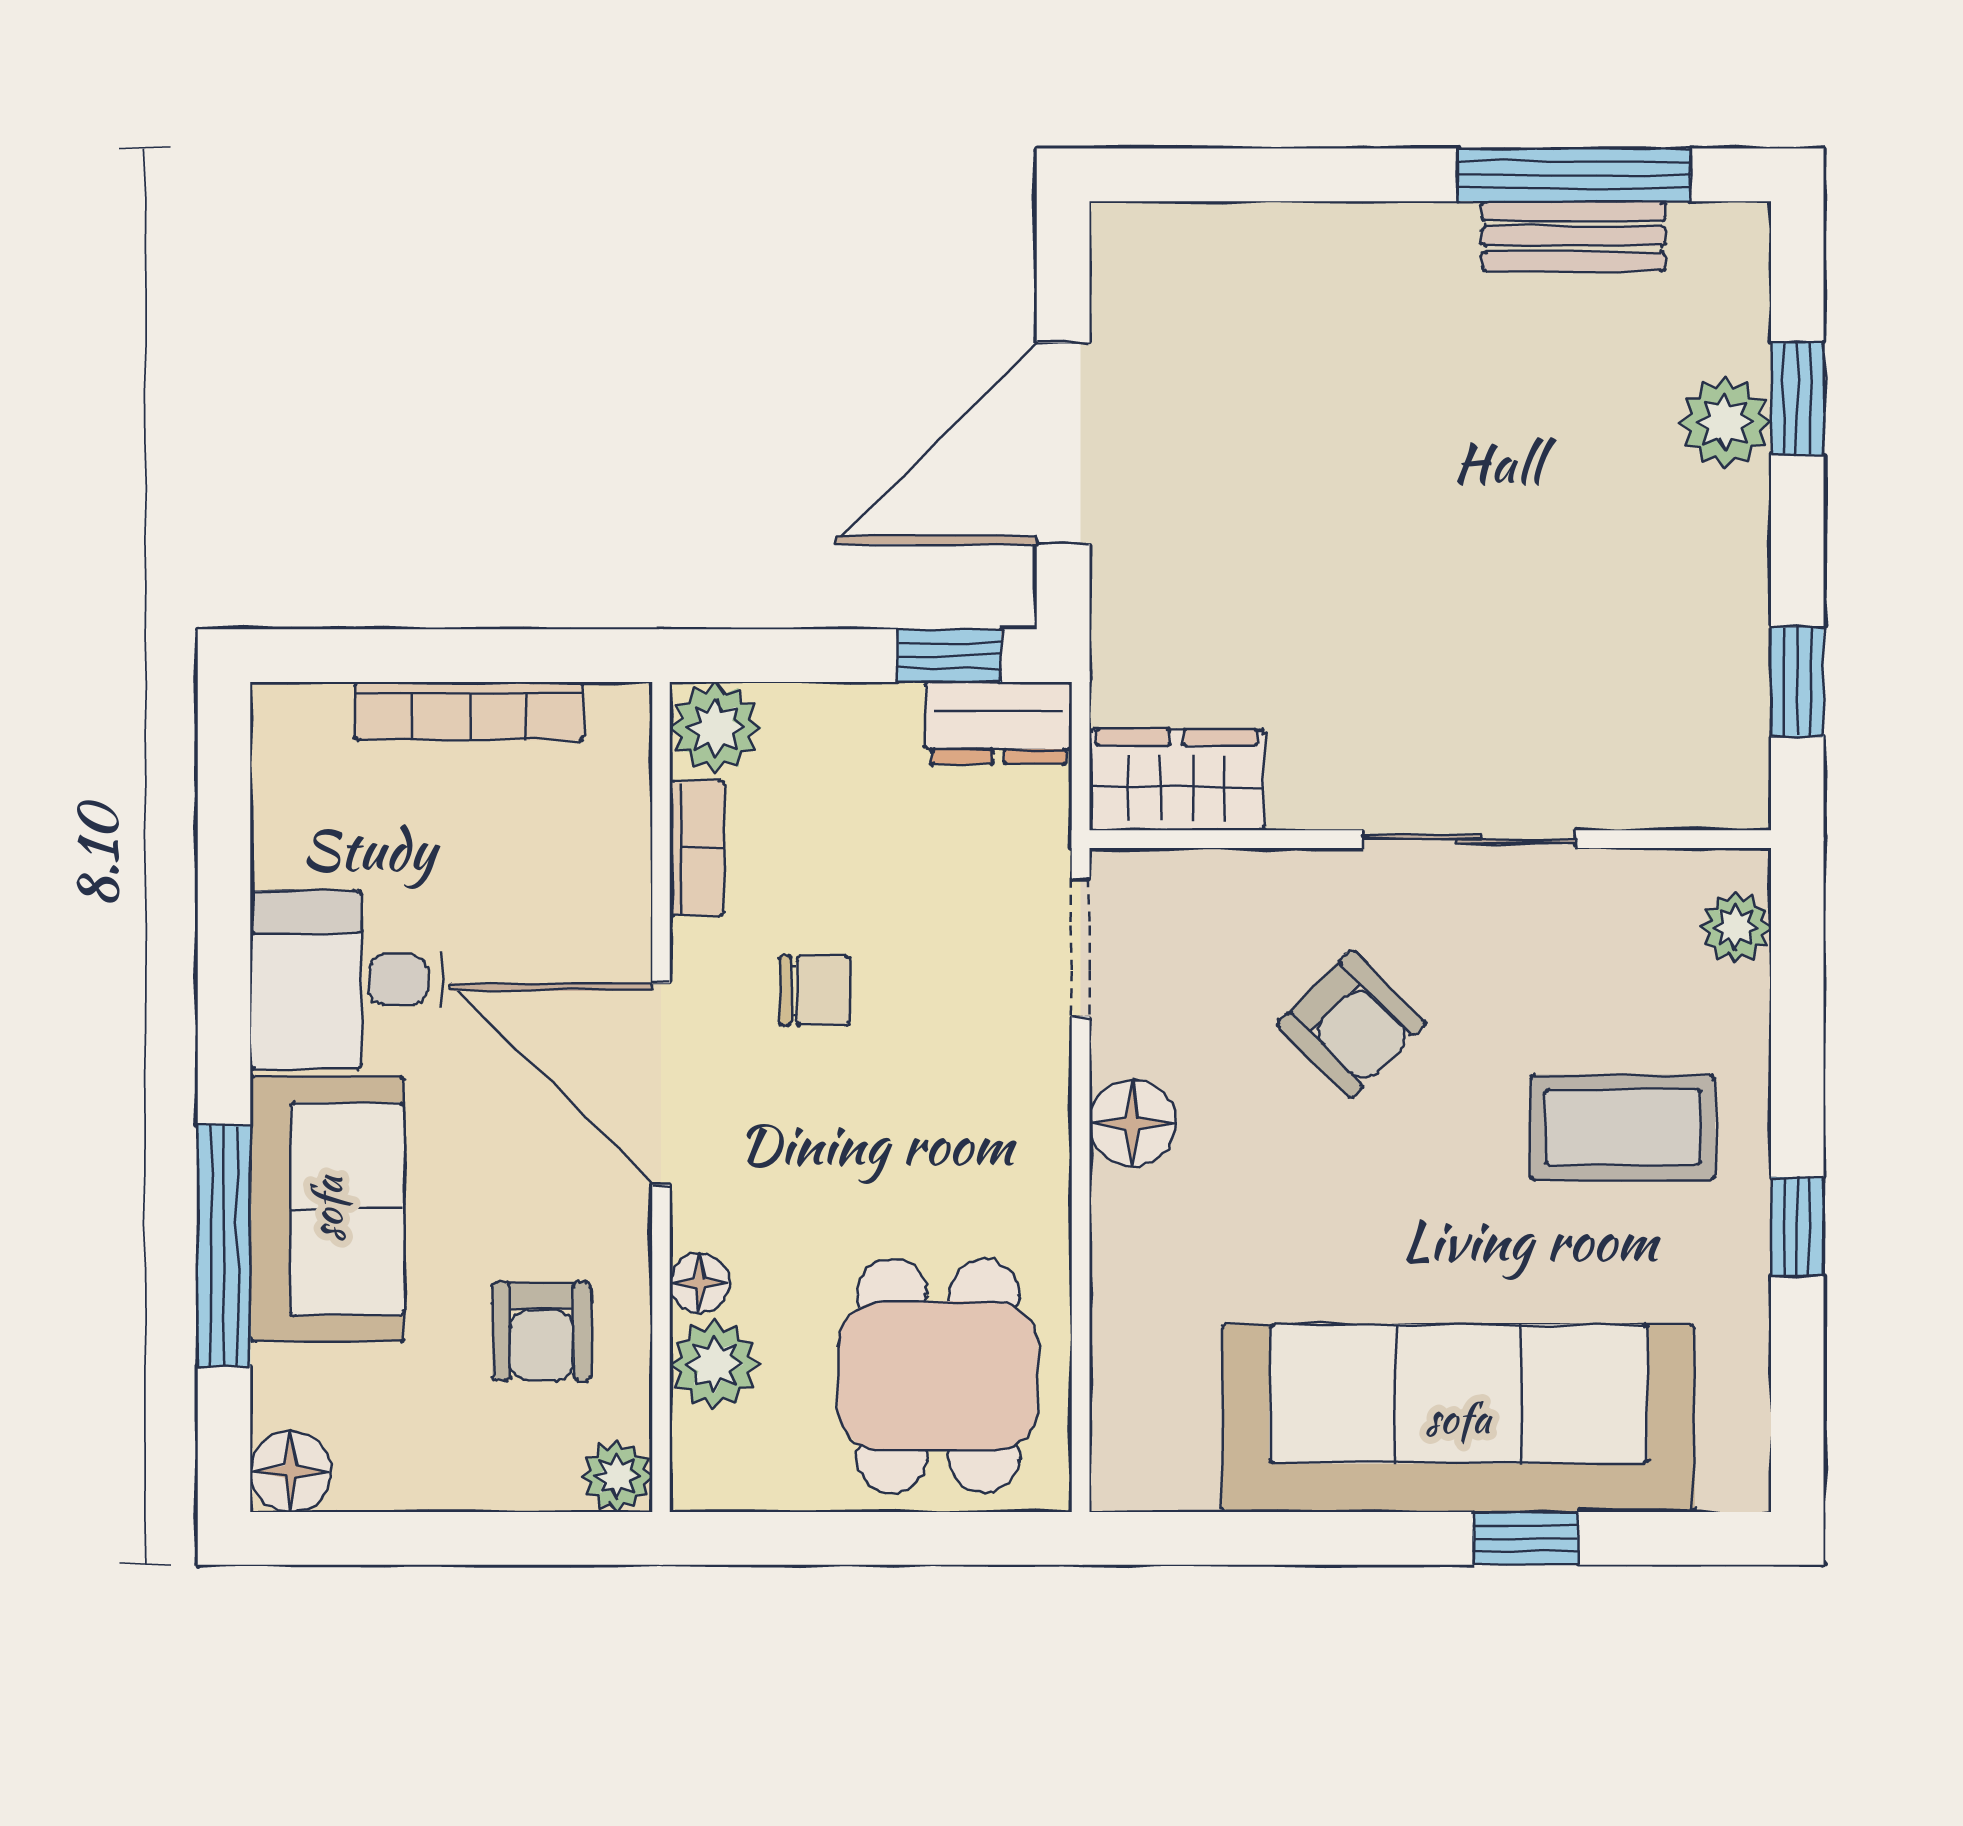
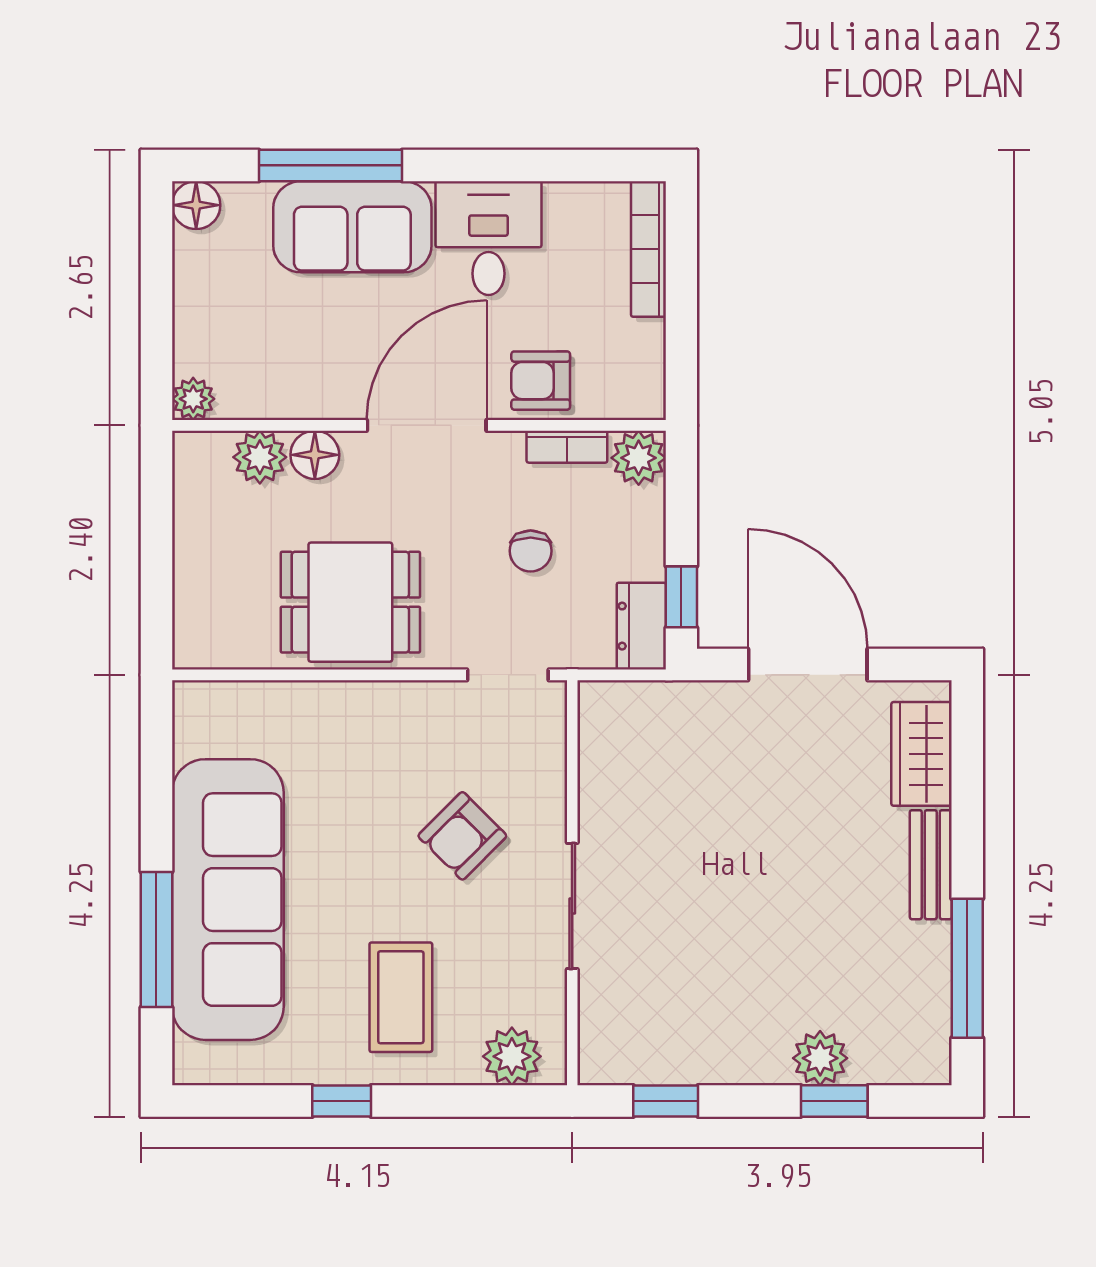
bench: (1573, 236) -> (931, 865), moved
bookcase: (469, 711) -> (648, 249), moved
wardrobe: (1177, 780) -> (922, 754), moved, turned 180
plant: (1735, 927) -> (512, 1056), width x1.38, depth x1.38
chair: (815, 990) -> (531, 551), moved
floor lamp: (1133, 1123) -> (403, 706), removed
floor lamp: (700, 1283) -> (315, 455), width x1.37, depth x1.37
armchair: (542, 1331) -> (541, 381), moved
dining table: (938, 1376) -> (350, 602), moved
window: (1526, 1538) -> (156, 940), width x2.17

